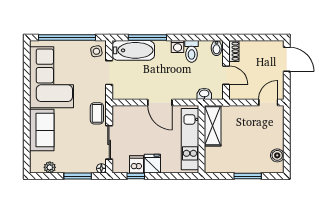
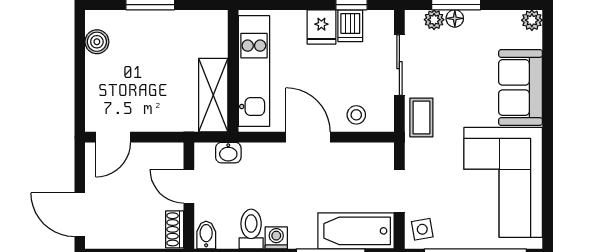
stool: (133, 115) -> (356, 115), added
plant: (50, 167) -> (532, 20), moved
plant: (90, 168) -> (434, 20), added
floor lamp: (101, 168) -> (455, 18), moved

